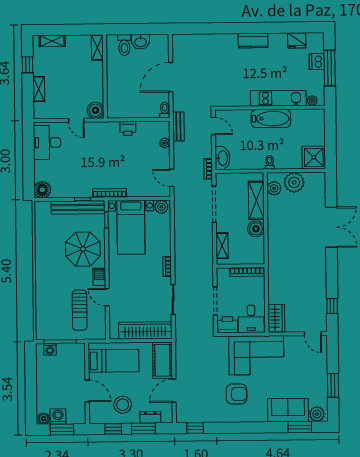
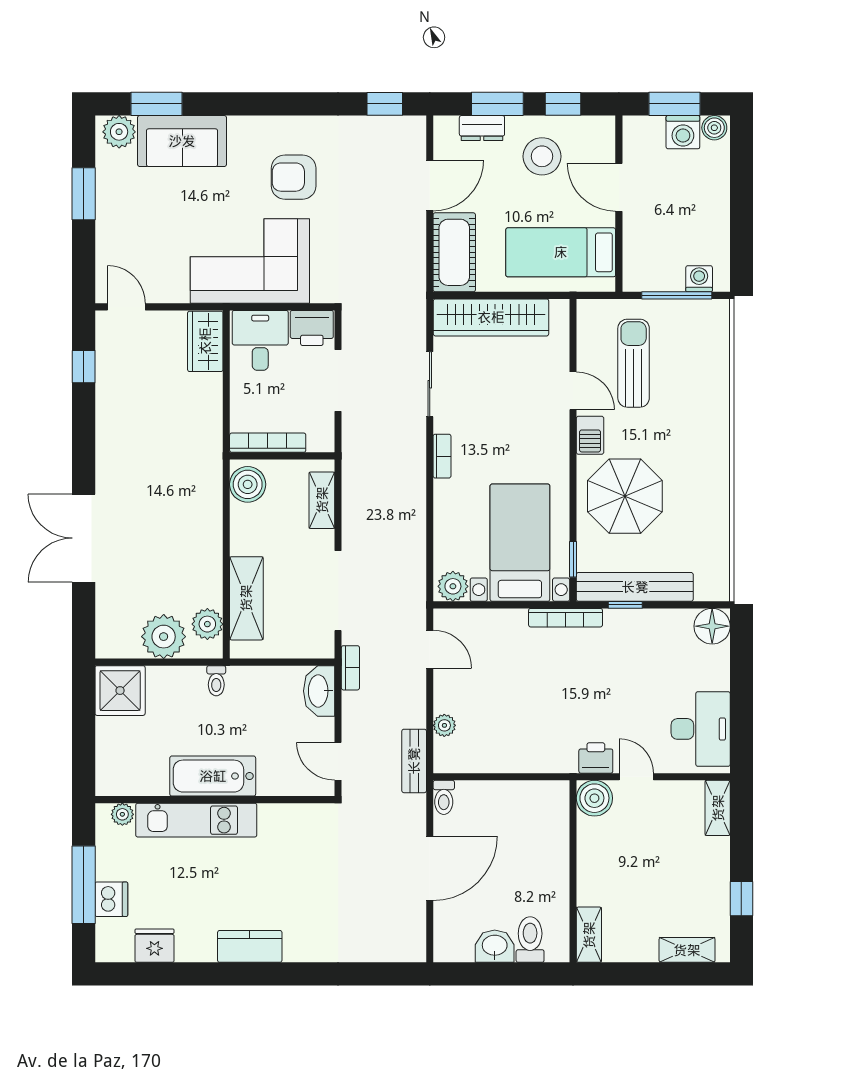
shelving: (39, 89) -> (718, 808), moved
printer: (128, 128) -> (596, 758), moved
boiler: (256, 229) -> (248, 484), moved

